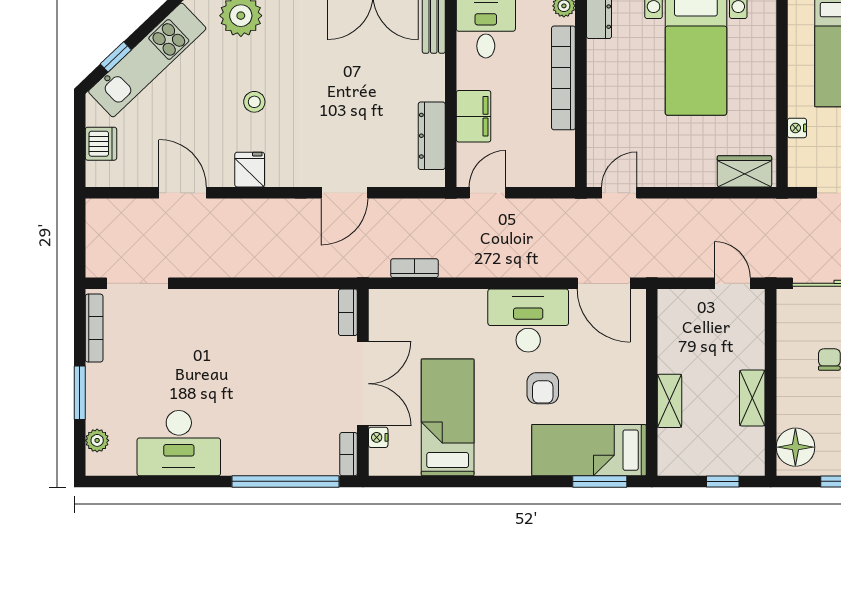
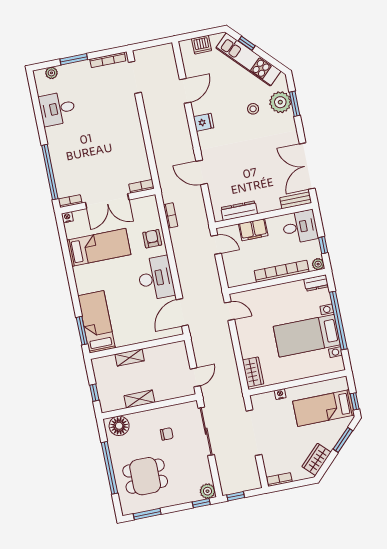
stool: (254, 102) -> (253, 109), moved
armchair: (543, 388) -> (152, 239), moved, turned 90
nightstand: (378, 437) -> (67, 217), moved
desk: (179, 443) -> (57, 109), width x0.73

